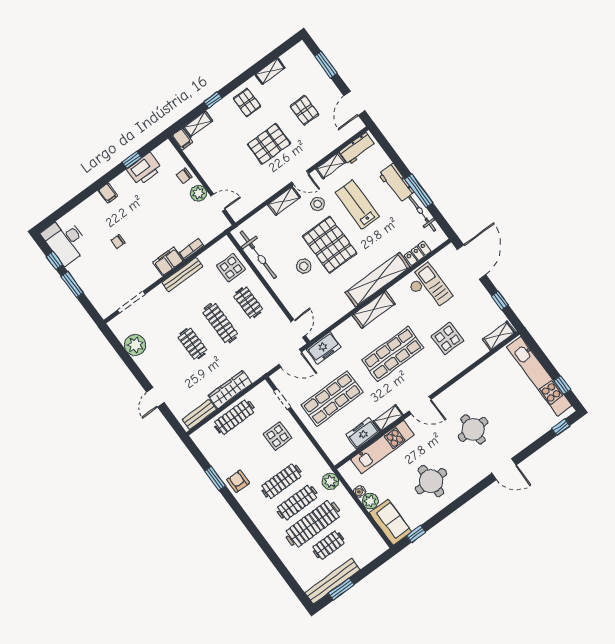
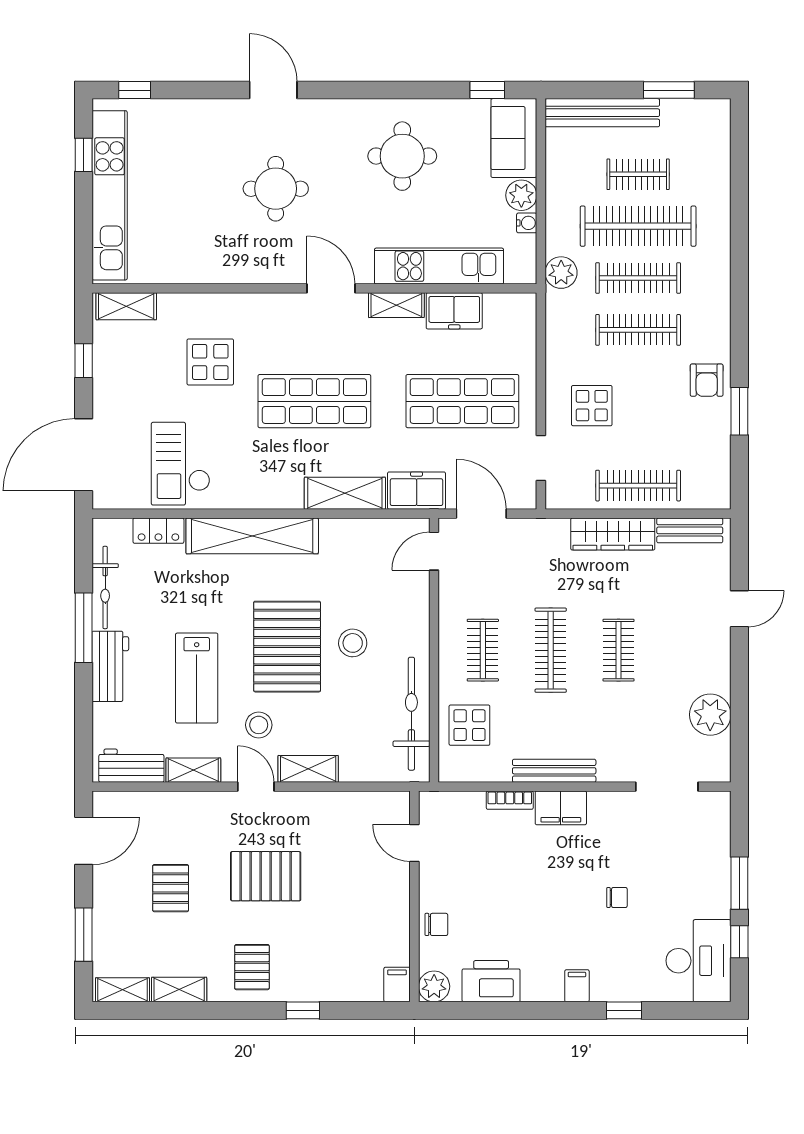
shelving: (198, 124) -> (122, 990), moved
window: (132, 160) -> (624, 1010), moved
plant: (198, 193) -> (434, 986), moved
shelving: (374, 309) -> (345, 493), moved
bench: (332, 581) -> (602, 113), moved

